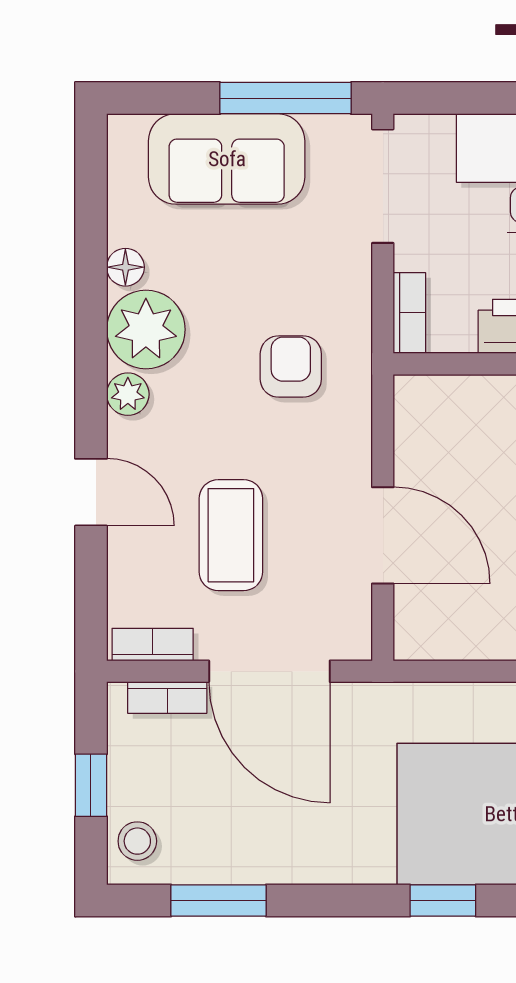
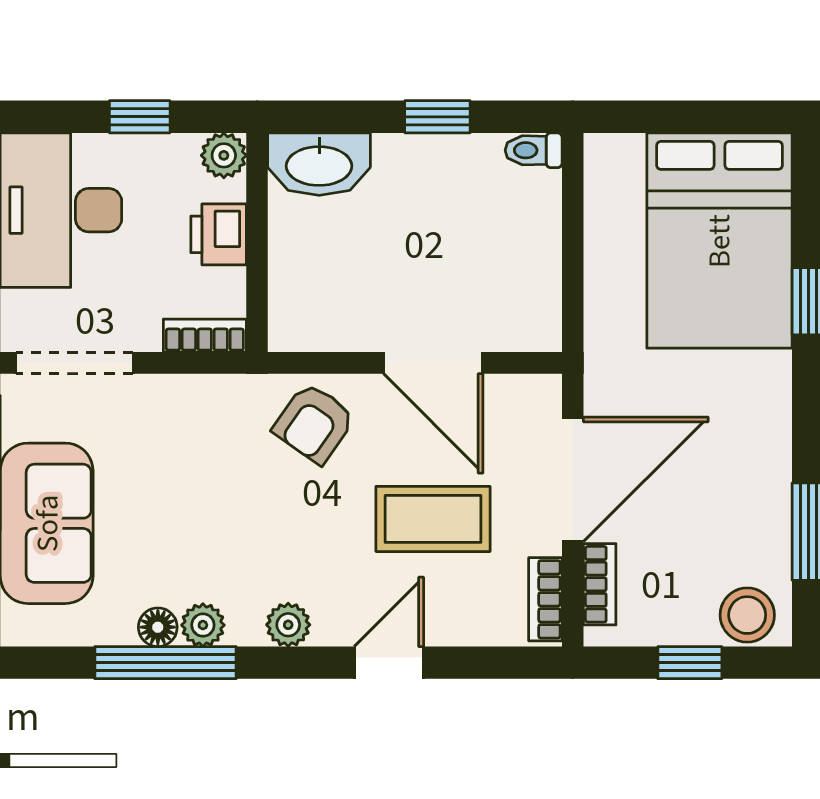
window: (91, 275) -> (165, 663), added
plant: (146, 329) -> (203, 625), width x0.53, depth x0.53
armchair: (291, 367) -> (314, 423), moved, turned -55
door: (383, 535) -> (433, 363), swing flipped
stool: (137, 841) -> (747, 615), width x1.37, depth x1.37

